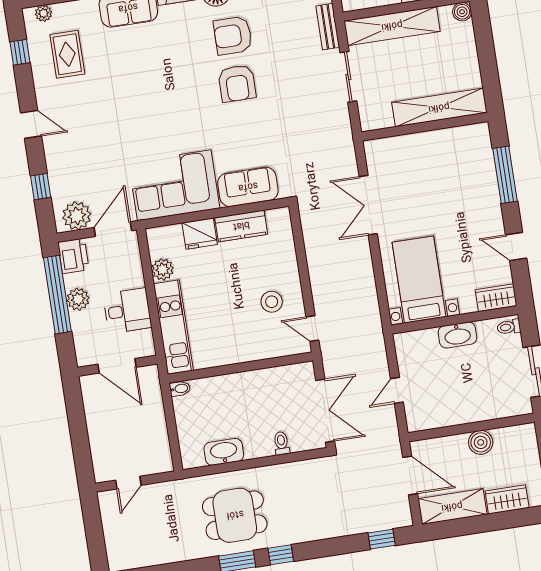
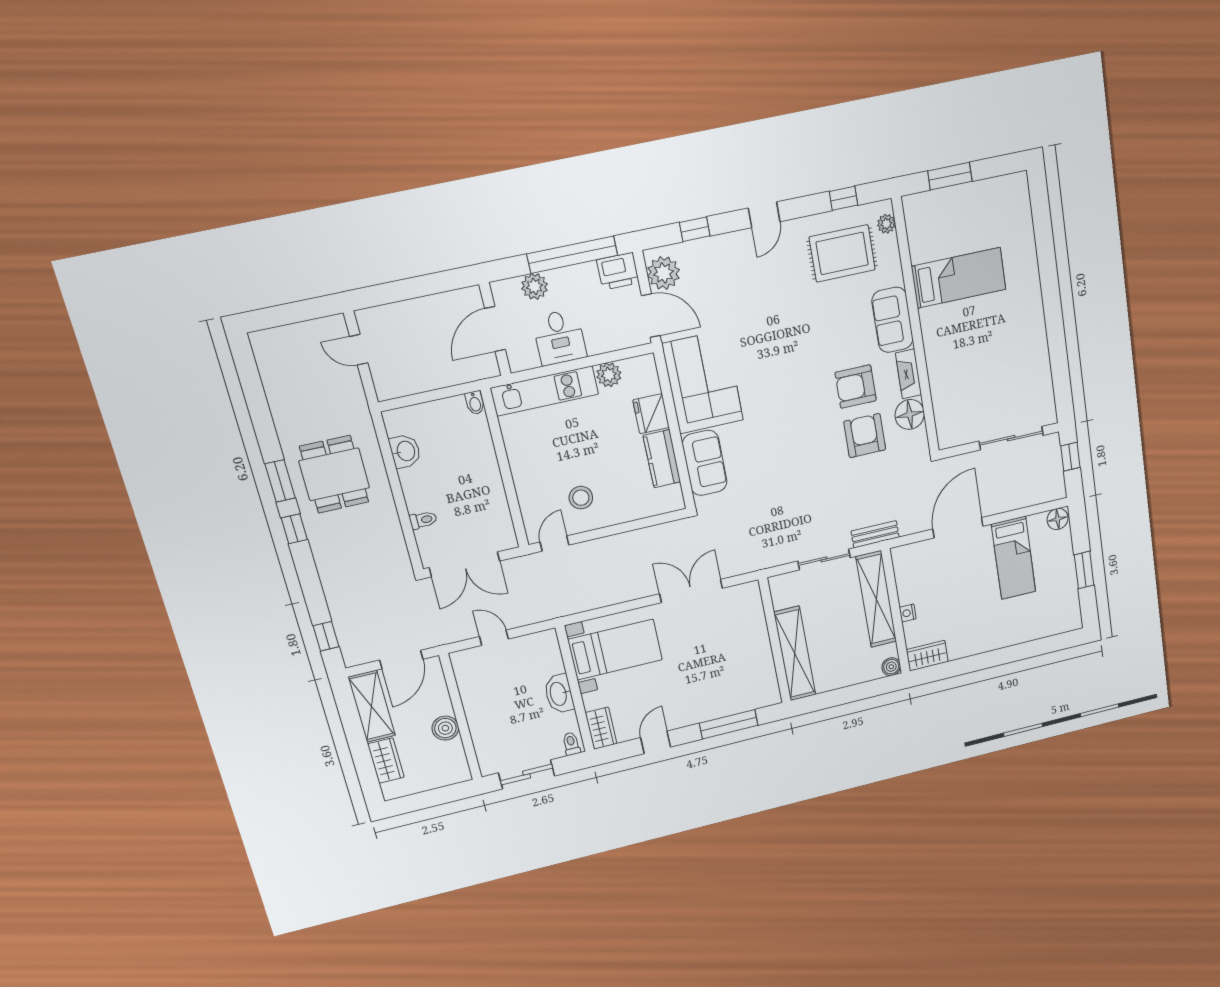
rug: (67, 54) -> (842, 253), width x1.36, depth x1.43
armchair: (237, 83) -> (856, 387), moved
plant: (78, 299) -> (534, 286), moved
washbasin: (224, 452) -> (405, 451), width x0.72

